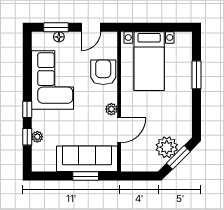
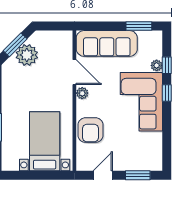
floor lamp: (59, 37) -> (135, 166), removed
corner sofa: (52, 80) -> (141, 102), moved
door: (119, 130) -> (74, 72), swing flipped
window: (86, 176) -> (139, 26), moved

